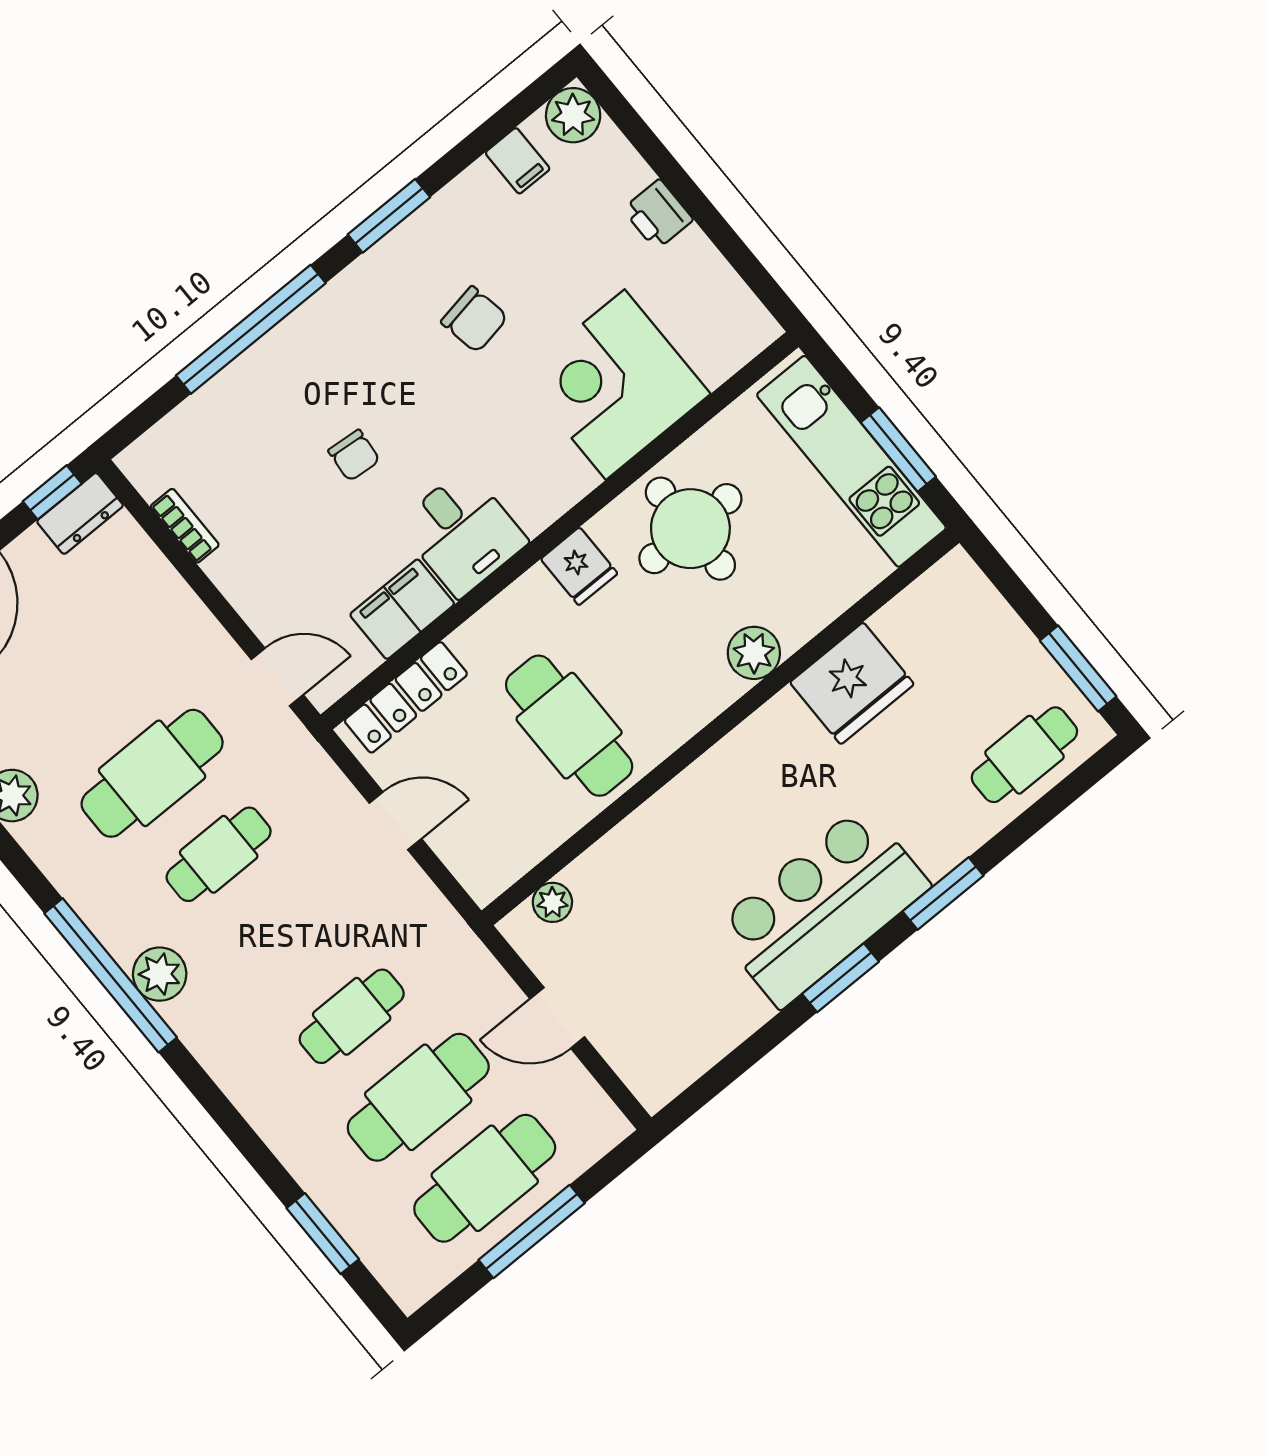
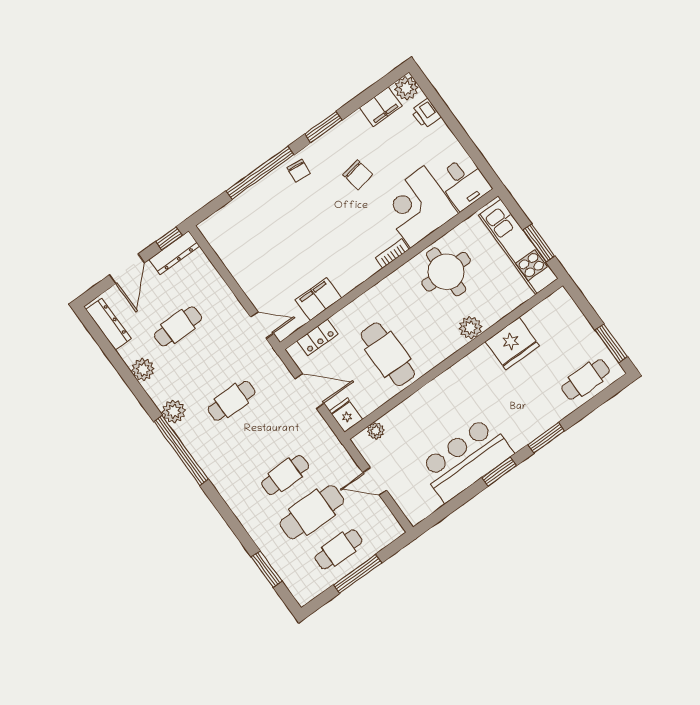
filing cabinet: (518, 161) -> (381, 107), width x2.00
printer: (658, 214) -> (426, 114), moved
chair: (354, 455) -> (299, 171), moved
dresser: (80, 513) -> (174, 253), width x1.44
bookcase: (185, 526) -> (392, 254), moved, turned -90
desk: (462, 533) -> (464, 183), moved
fridge: (579, 566) -> (346, 415), moved, turned 180
locker: (406, 697) -> (317, 337), width x0.66
cafe table: (152, 773) -> (178, 327), moved, width x0.73, depth x0.74
door: (395, 821) -> (310, 391), width x1.38
bar counter: (822, 906) -> (466, 460), moved
plant: (160, 974) -> (174, 411), moved
cafe table: (485, 1178) -> (339, 549), width x0.73, depth x0.74

